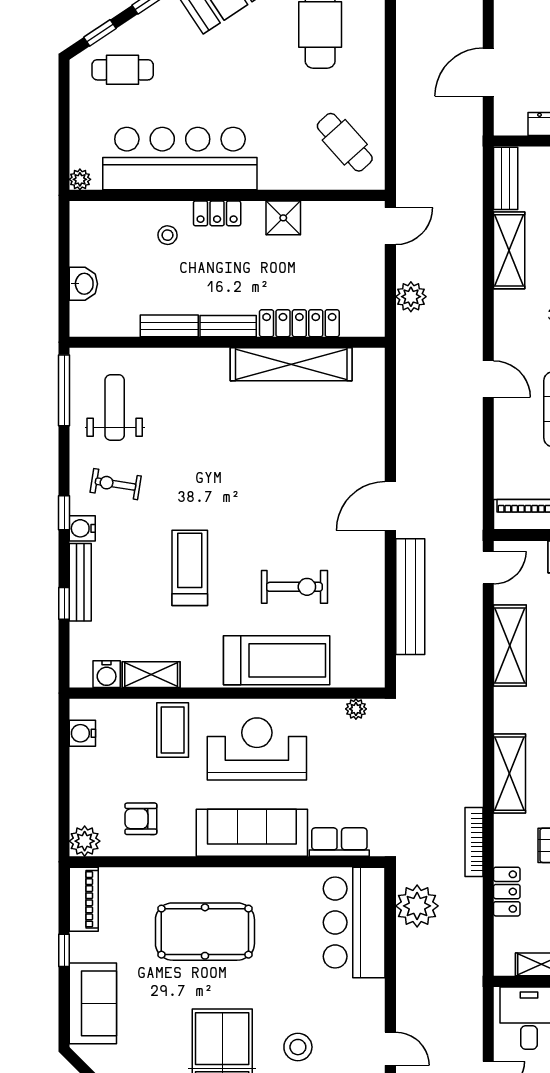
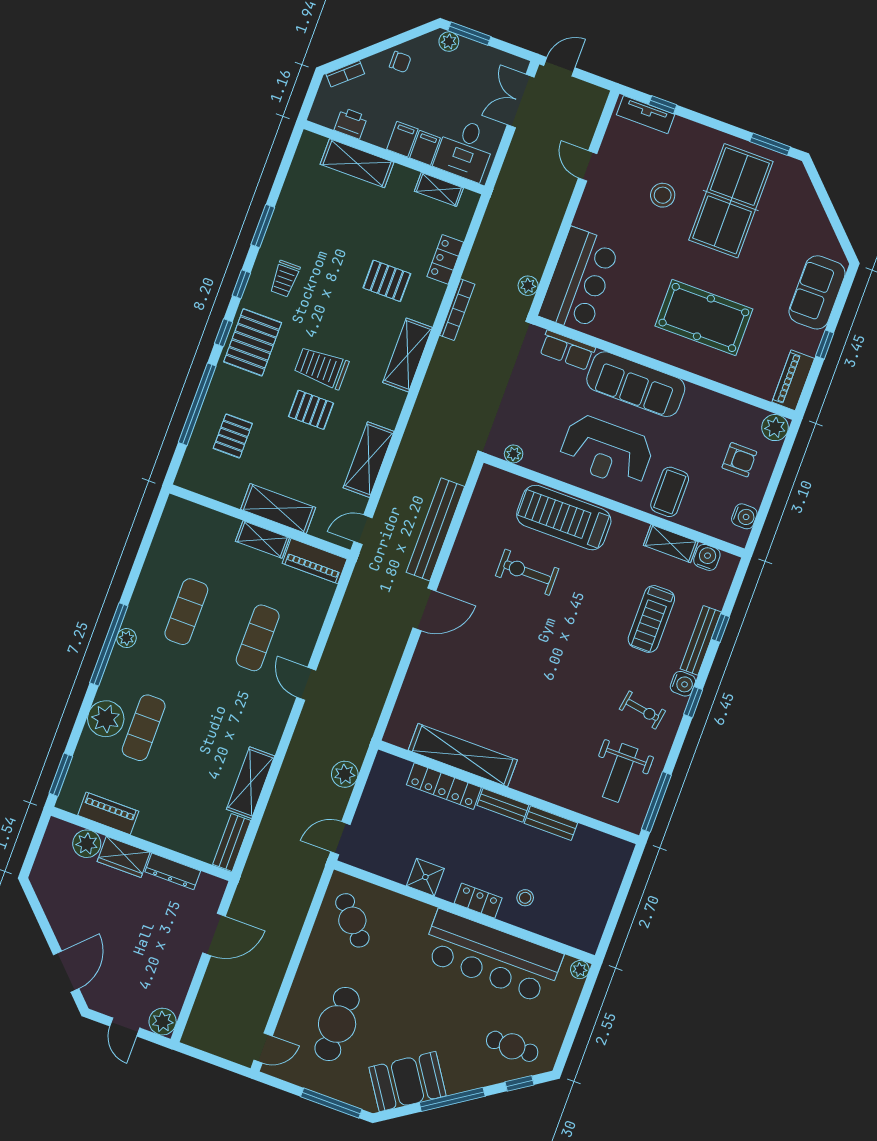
washbasin: (83, 284) -> (608, 883), removed
treadmill: (190, 568) -> (651, 619), moved
armchair: (141, 819) -> (739, 460), moved
plant: (417, 906) -> (528, 286), width x0.53, depth x0.53

